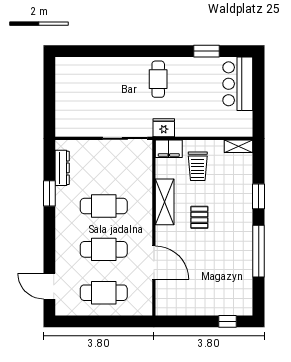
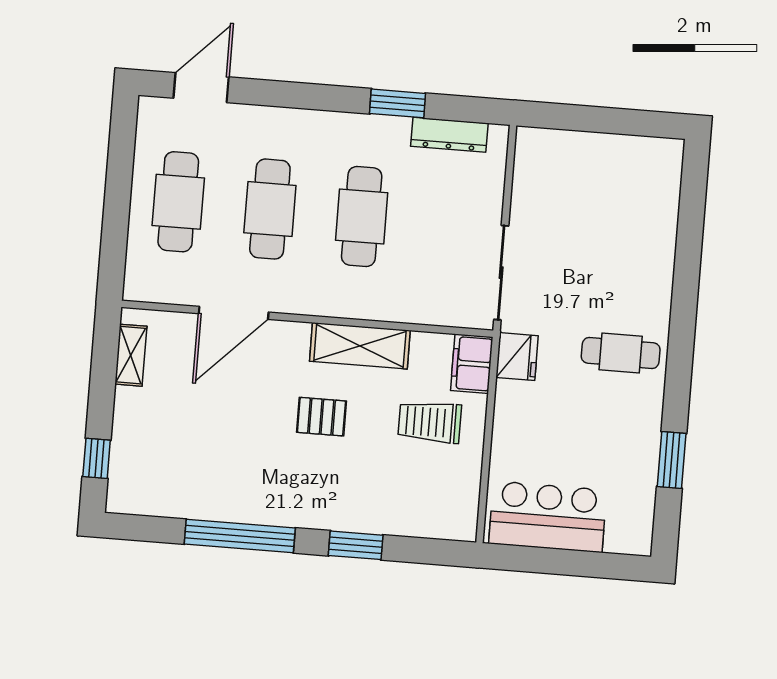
bar counter: (238, 84) -> (548, 517), moved
shelving: (239, 146) -> (131, 355), moved

